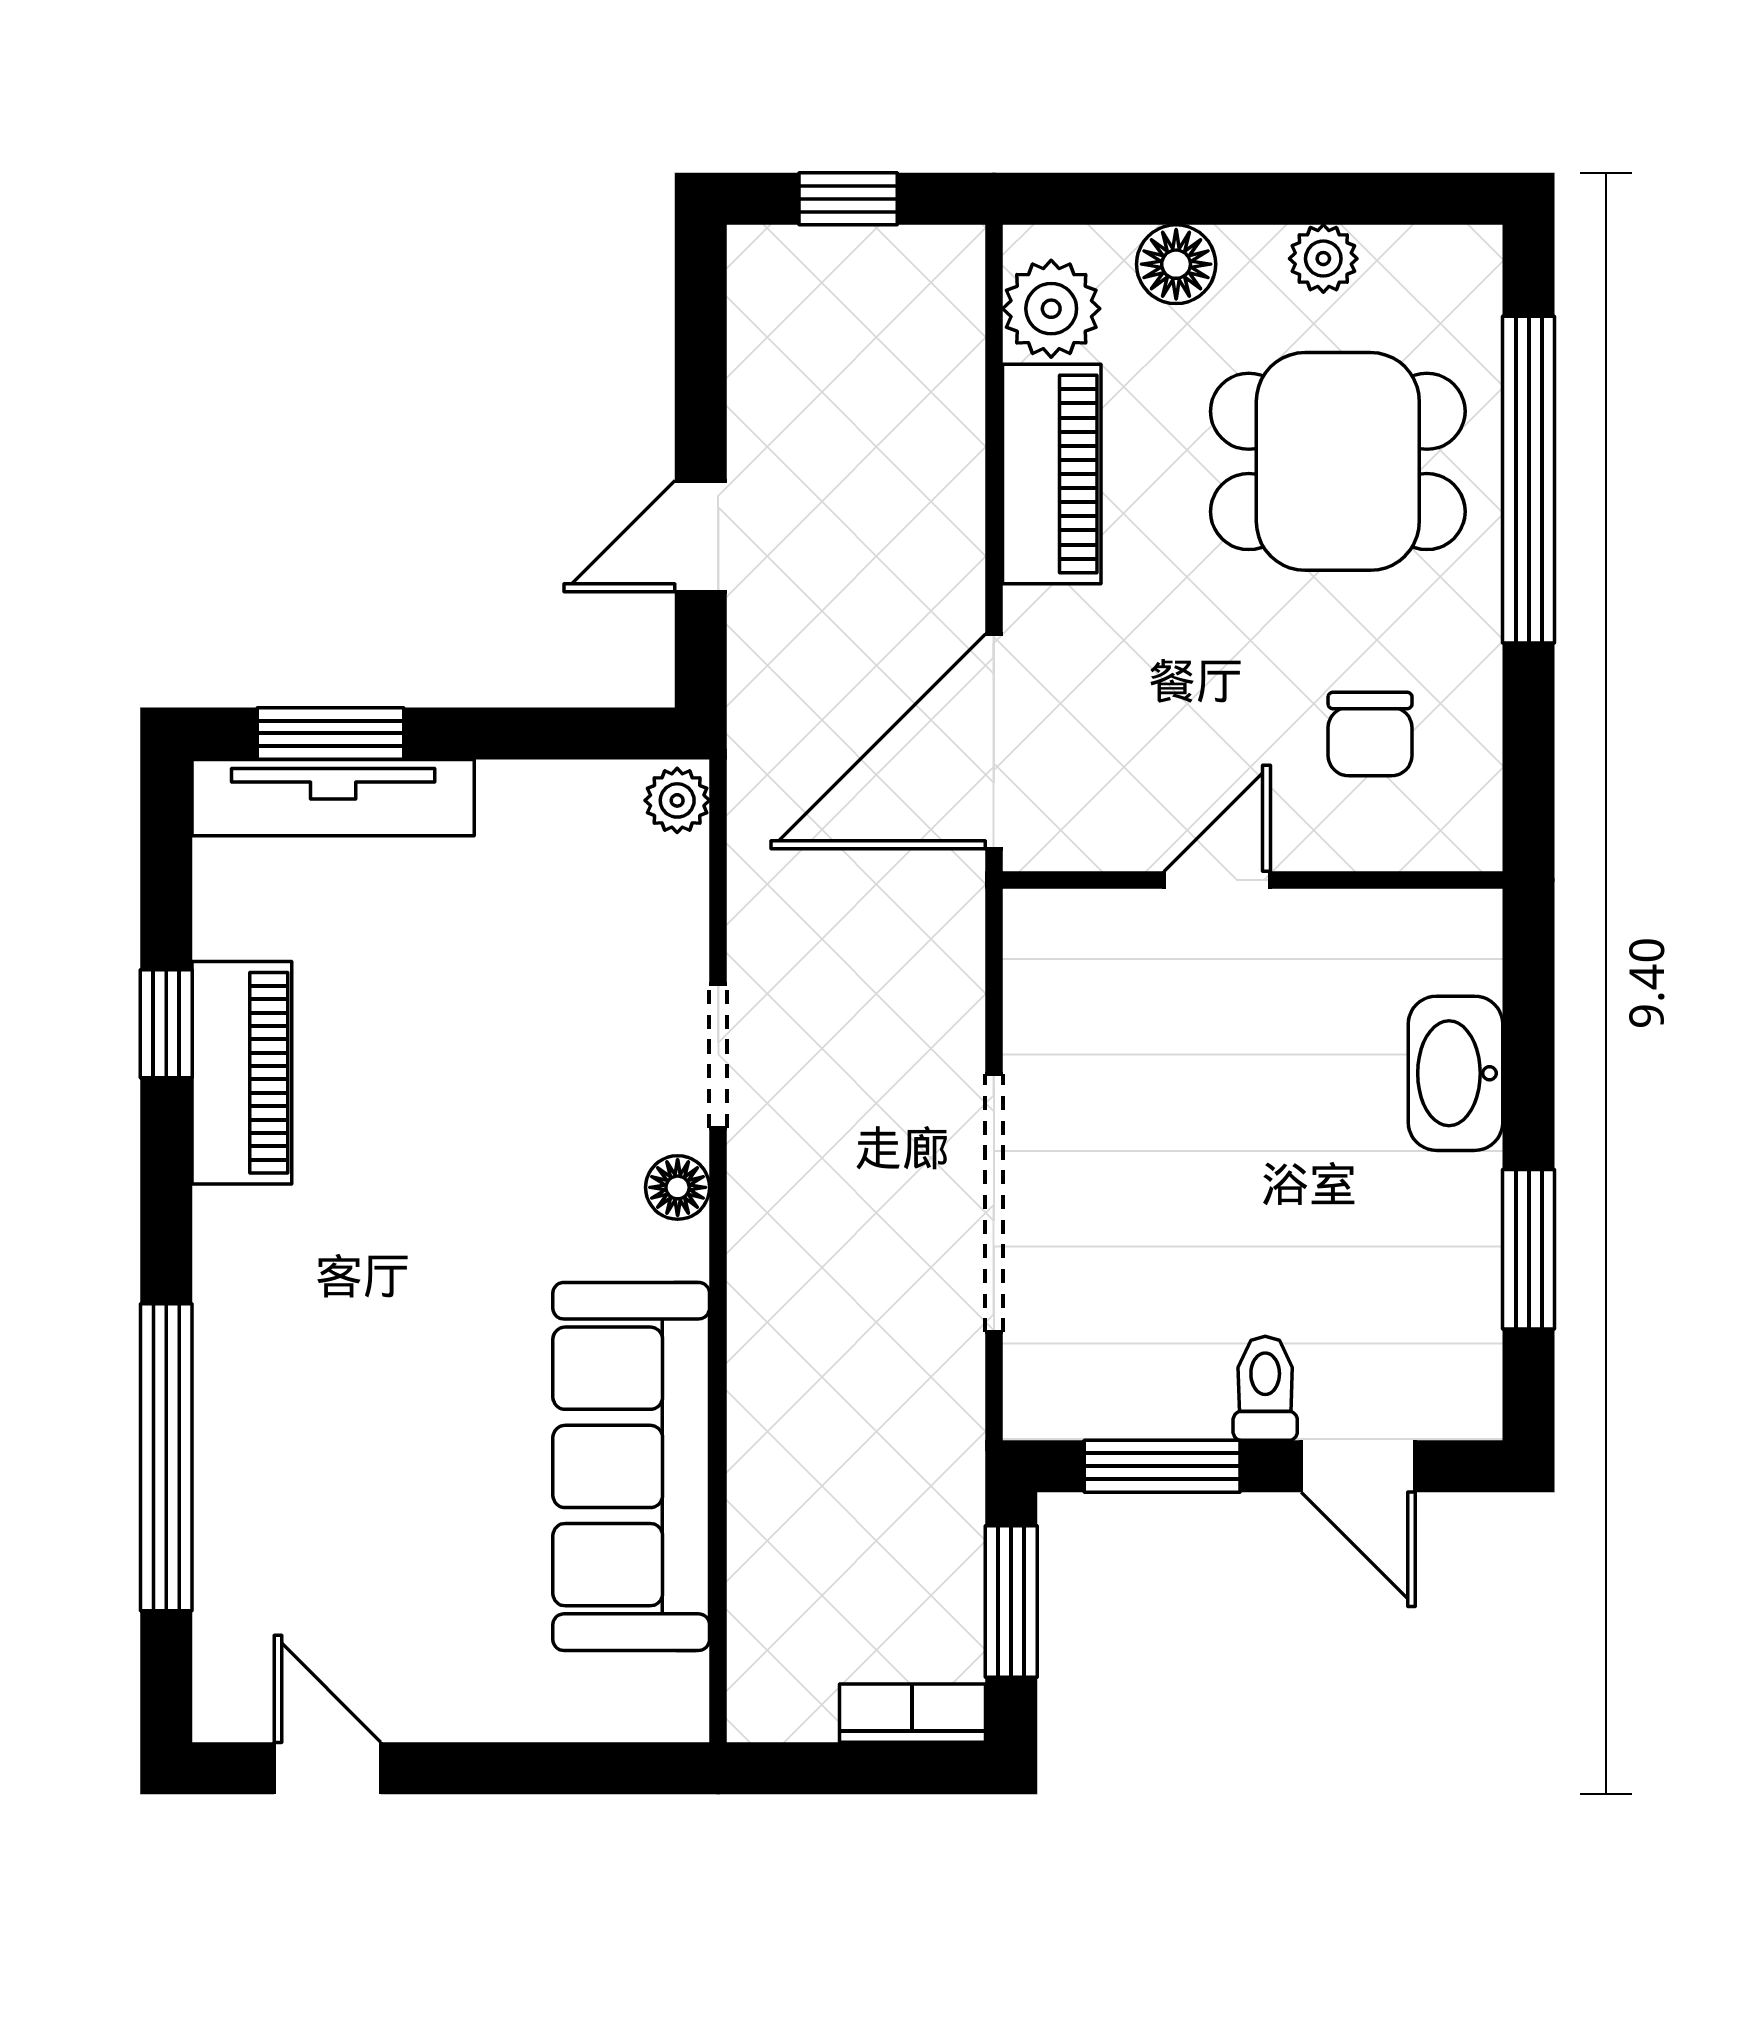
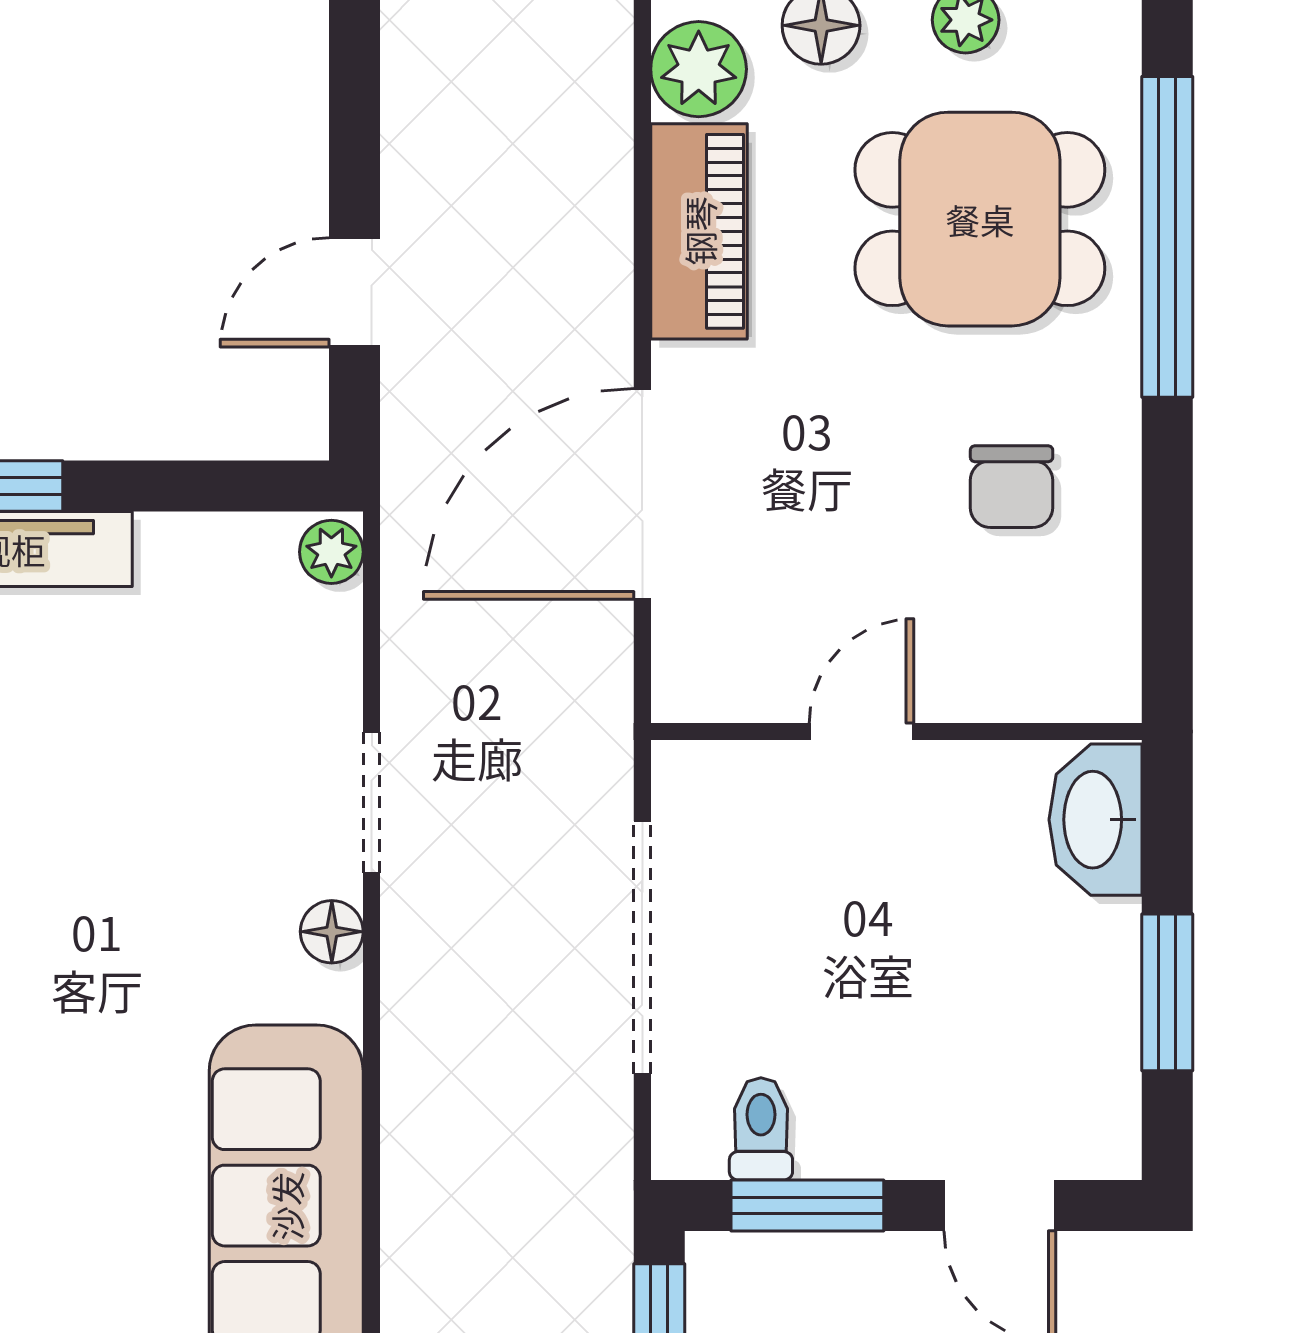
door: (1217, 880) -> (862, 732), moved
wall: (1253, 880) -> (896, 732), moved
toilet: (1265, 1388) -> (761, 1129), moved

